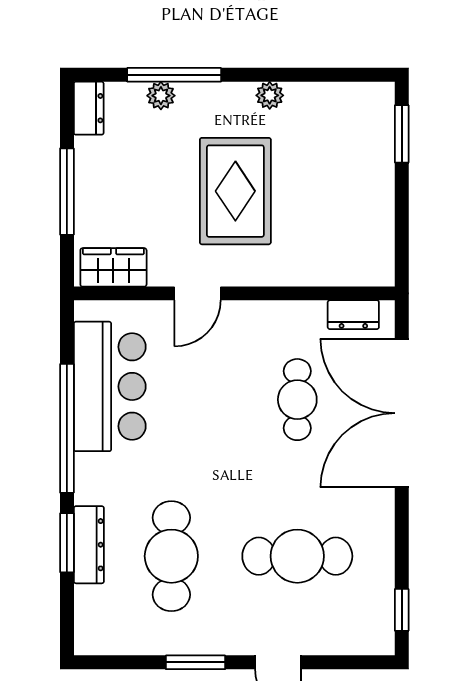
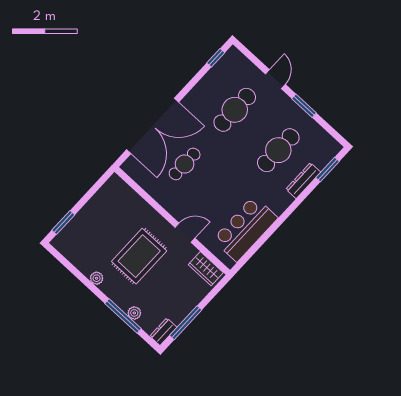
window: (67, 192) -> (186, 323), moved
dresser: (353, 315) -> (138, 175), removed
window: (67, 428) -> (274, 228), removed
window: (67, 543) -> (328, 170), moved
cafe table: (297, 556) -> (235, 110), turned 90

